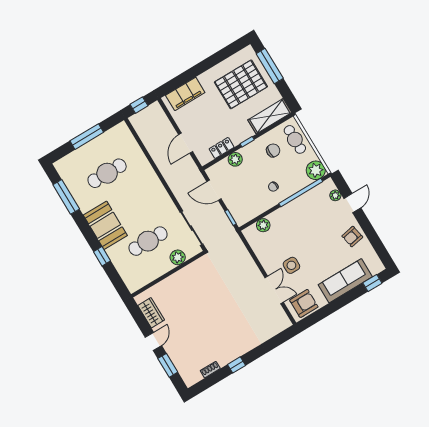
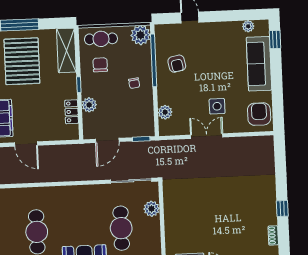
door: (186, 143) -> (26, 144), moved
plant: (335, 195) -> (248, 26), moved
armchair: (352, 237) -> (177, 64), moved
double door: (274, 290) -> (207, 136), moved

